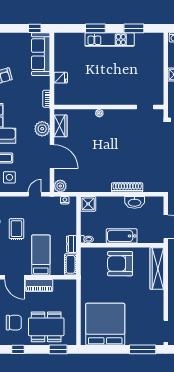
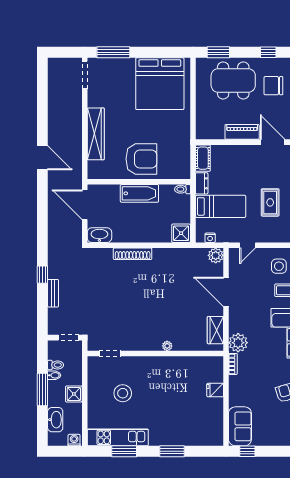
kitchen unit: (110, 40) -> (118, 437), moved
sofa: (41, 54) -> (240, 426), width x0.73
stool: (135, 75) -> (123, 393), added
plant: (42, 129) -> (238, 343), moved
washbasin: (135, 202) -> (99, 235), moved
bed: (41, 255) -> (221, 206), moved, turned -90
wardrobe: (157, 268) -> (96, 134), moved

